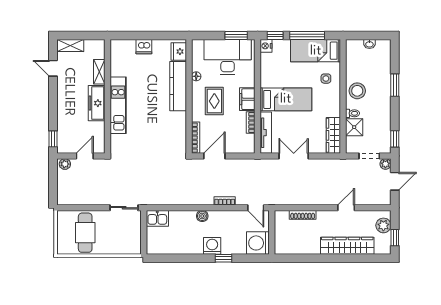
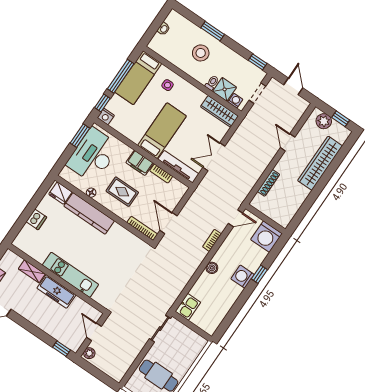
stool: (357, 91) -> (201, 53), moved
washing machine: (351, 142) -> (235, 101), added
plant: (385, 164) -> (273, 84), removed

